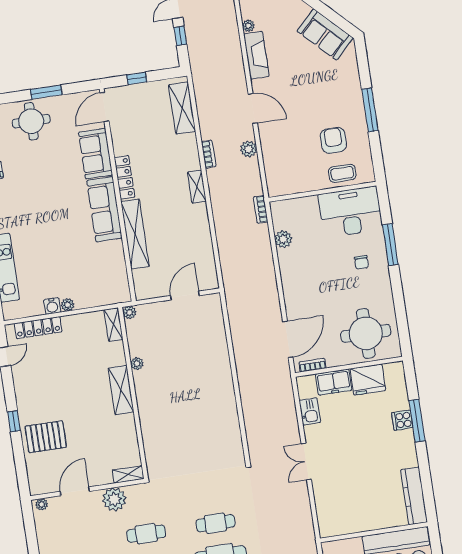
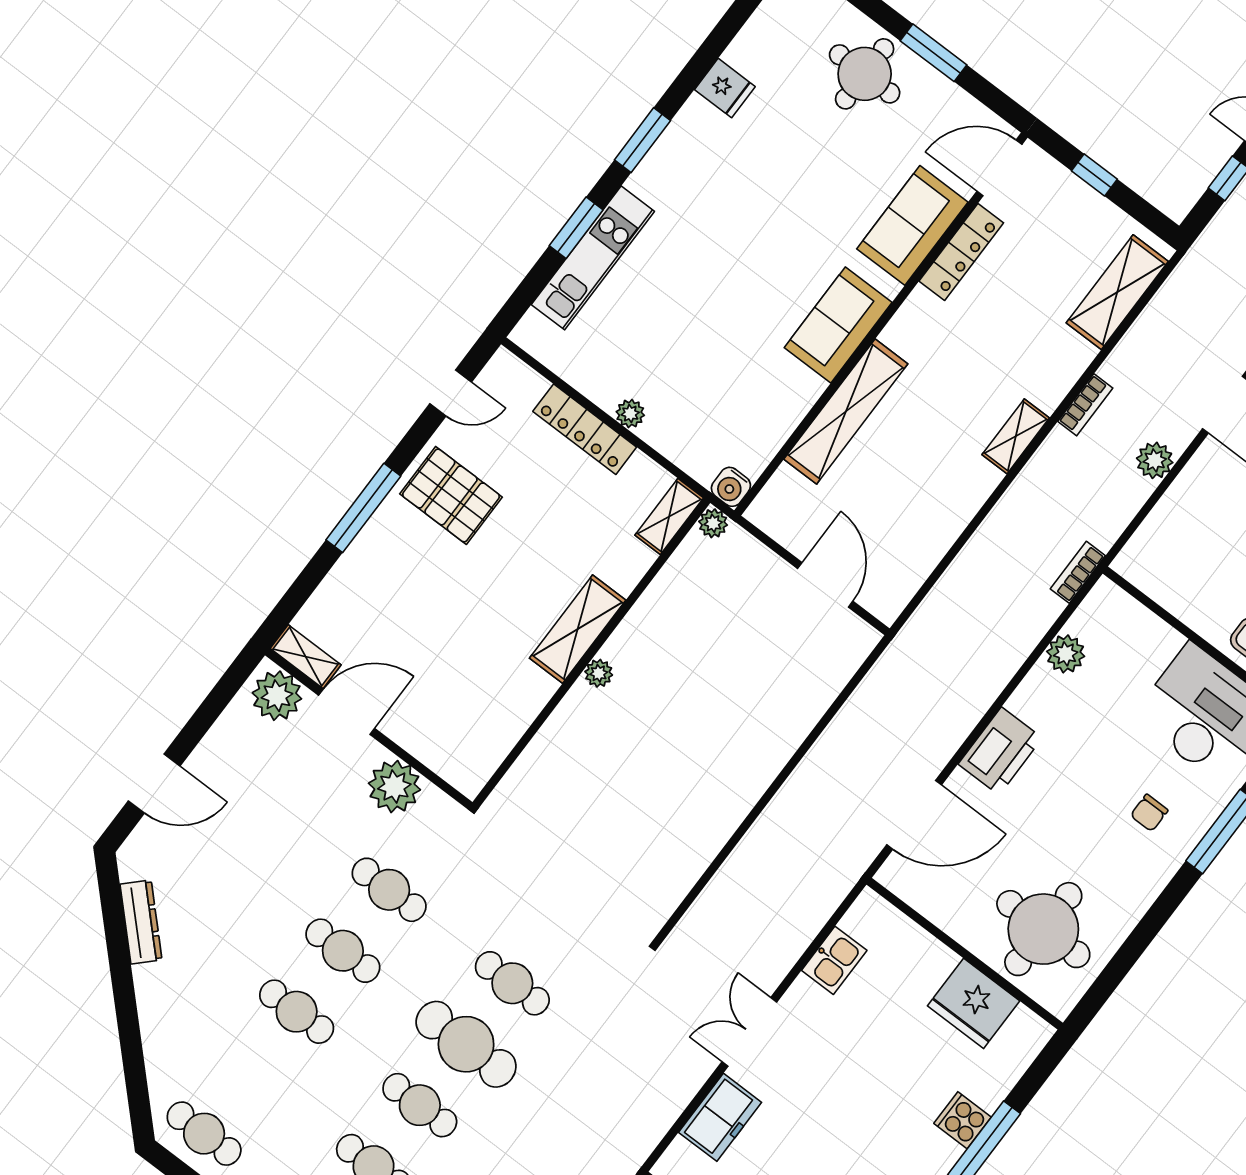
locker: (124, 177) -> (961, 252), moved
sofa: (104, 209) -> (838, 325), width x0.73
printer: (294, 291) -> (1000, 751), added
door: (185, 296) -> (825, 585), hinge flipped
water cooler: (52, 306) -> (731, 487), moved
locker: (38, 328) -> (585, 429), moved
plant: (137, 364) -> (599, 673), moved
bookcase: (312, 365) -> (911, 893), removed
freezer: (334, 382) -> (720, 1117), moved, turned -90
window: (14, 421) -> (363, 508), width x2.17
pallet: (46, 437) -> (451, 495), moved
shelving: (128, 474) -> (306, 657), moved
plant: (42, 504) -> (277, 696), width x1.87, depth x1.87

